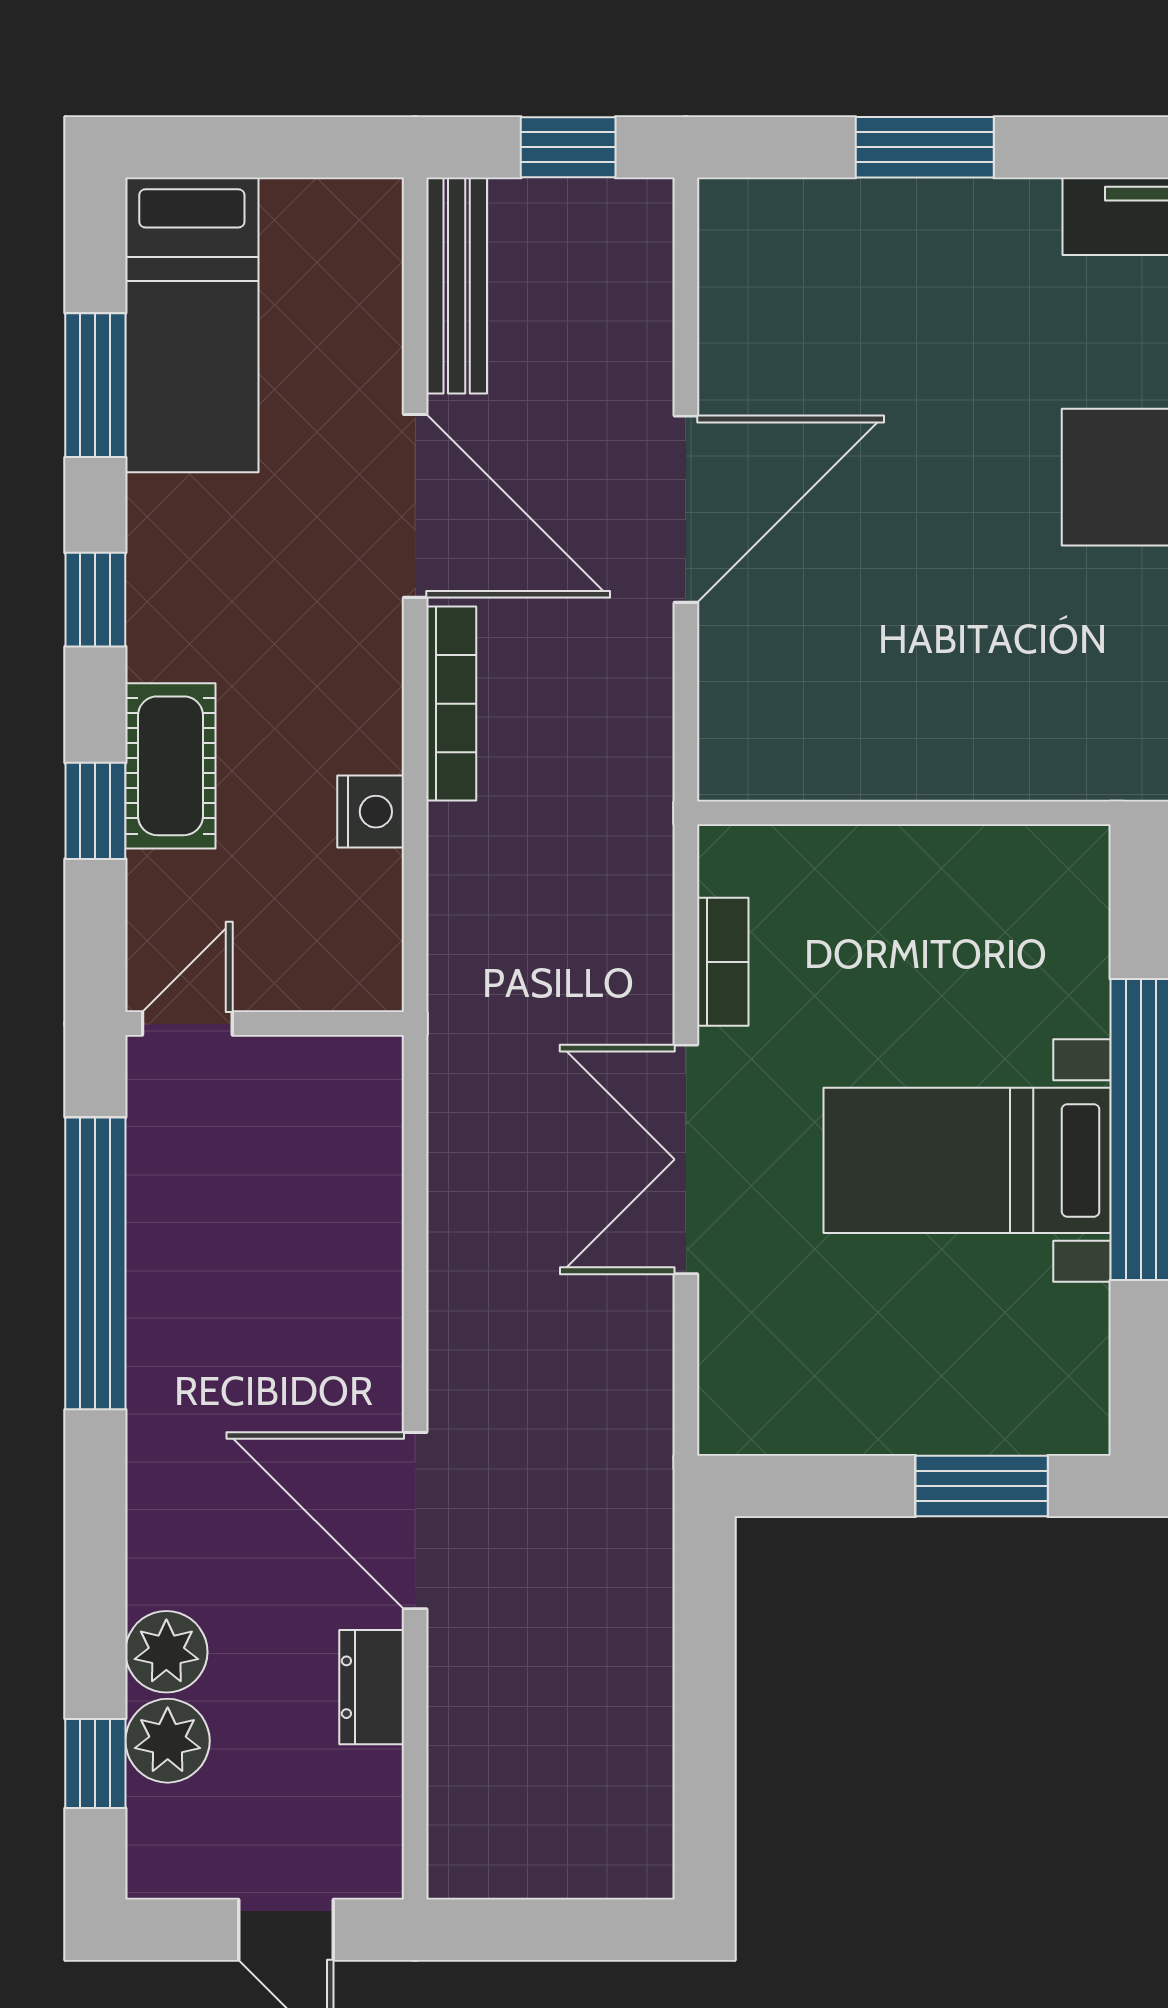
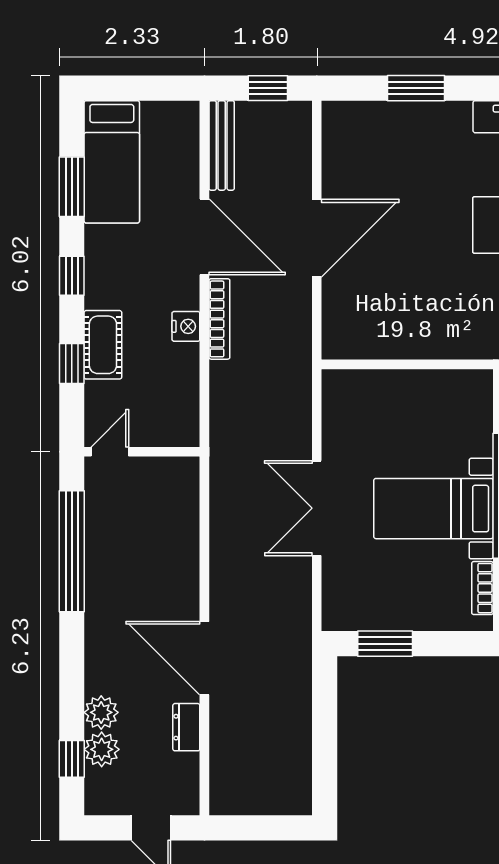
nightstand: (371, 812) -> (186, 326), moved
bookcase: (723, 962) -> (482, 588), moved, turned 180
window: (982, 1486) -> (385, 644), moved

